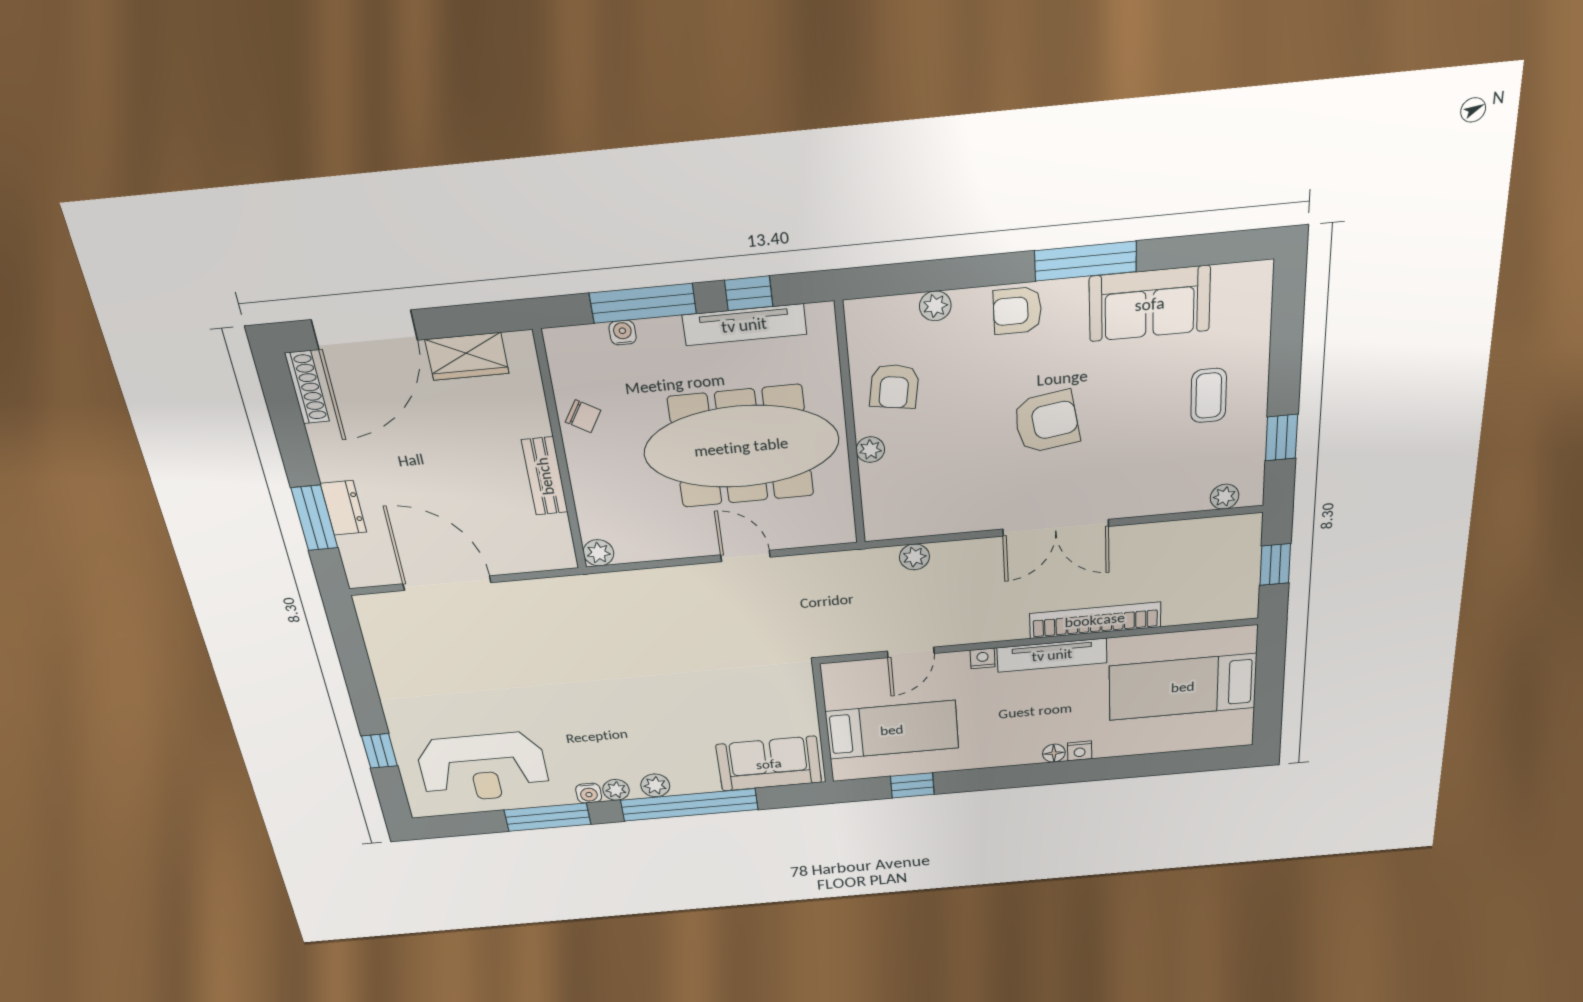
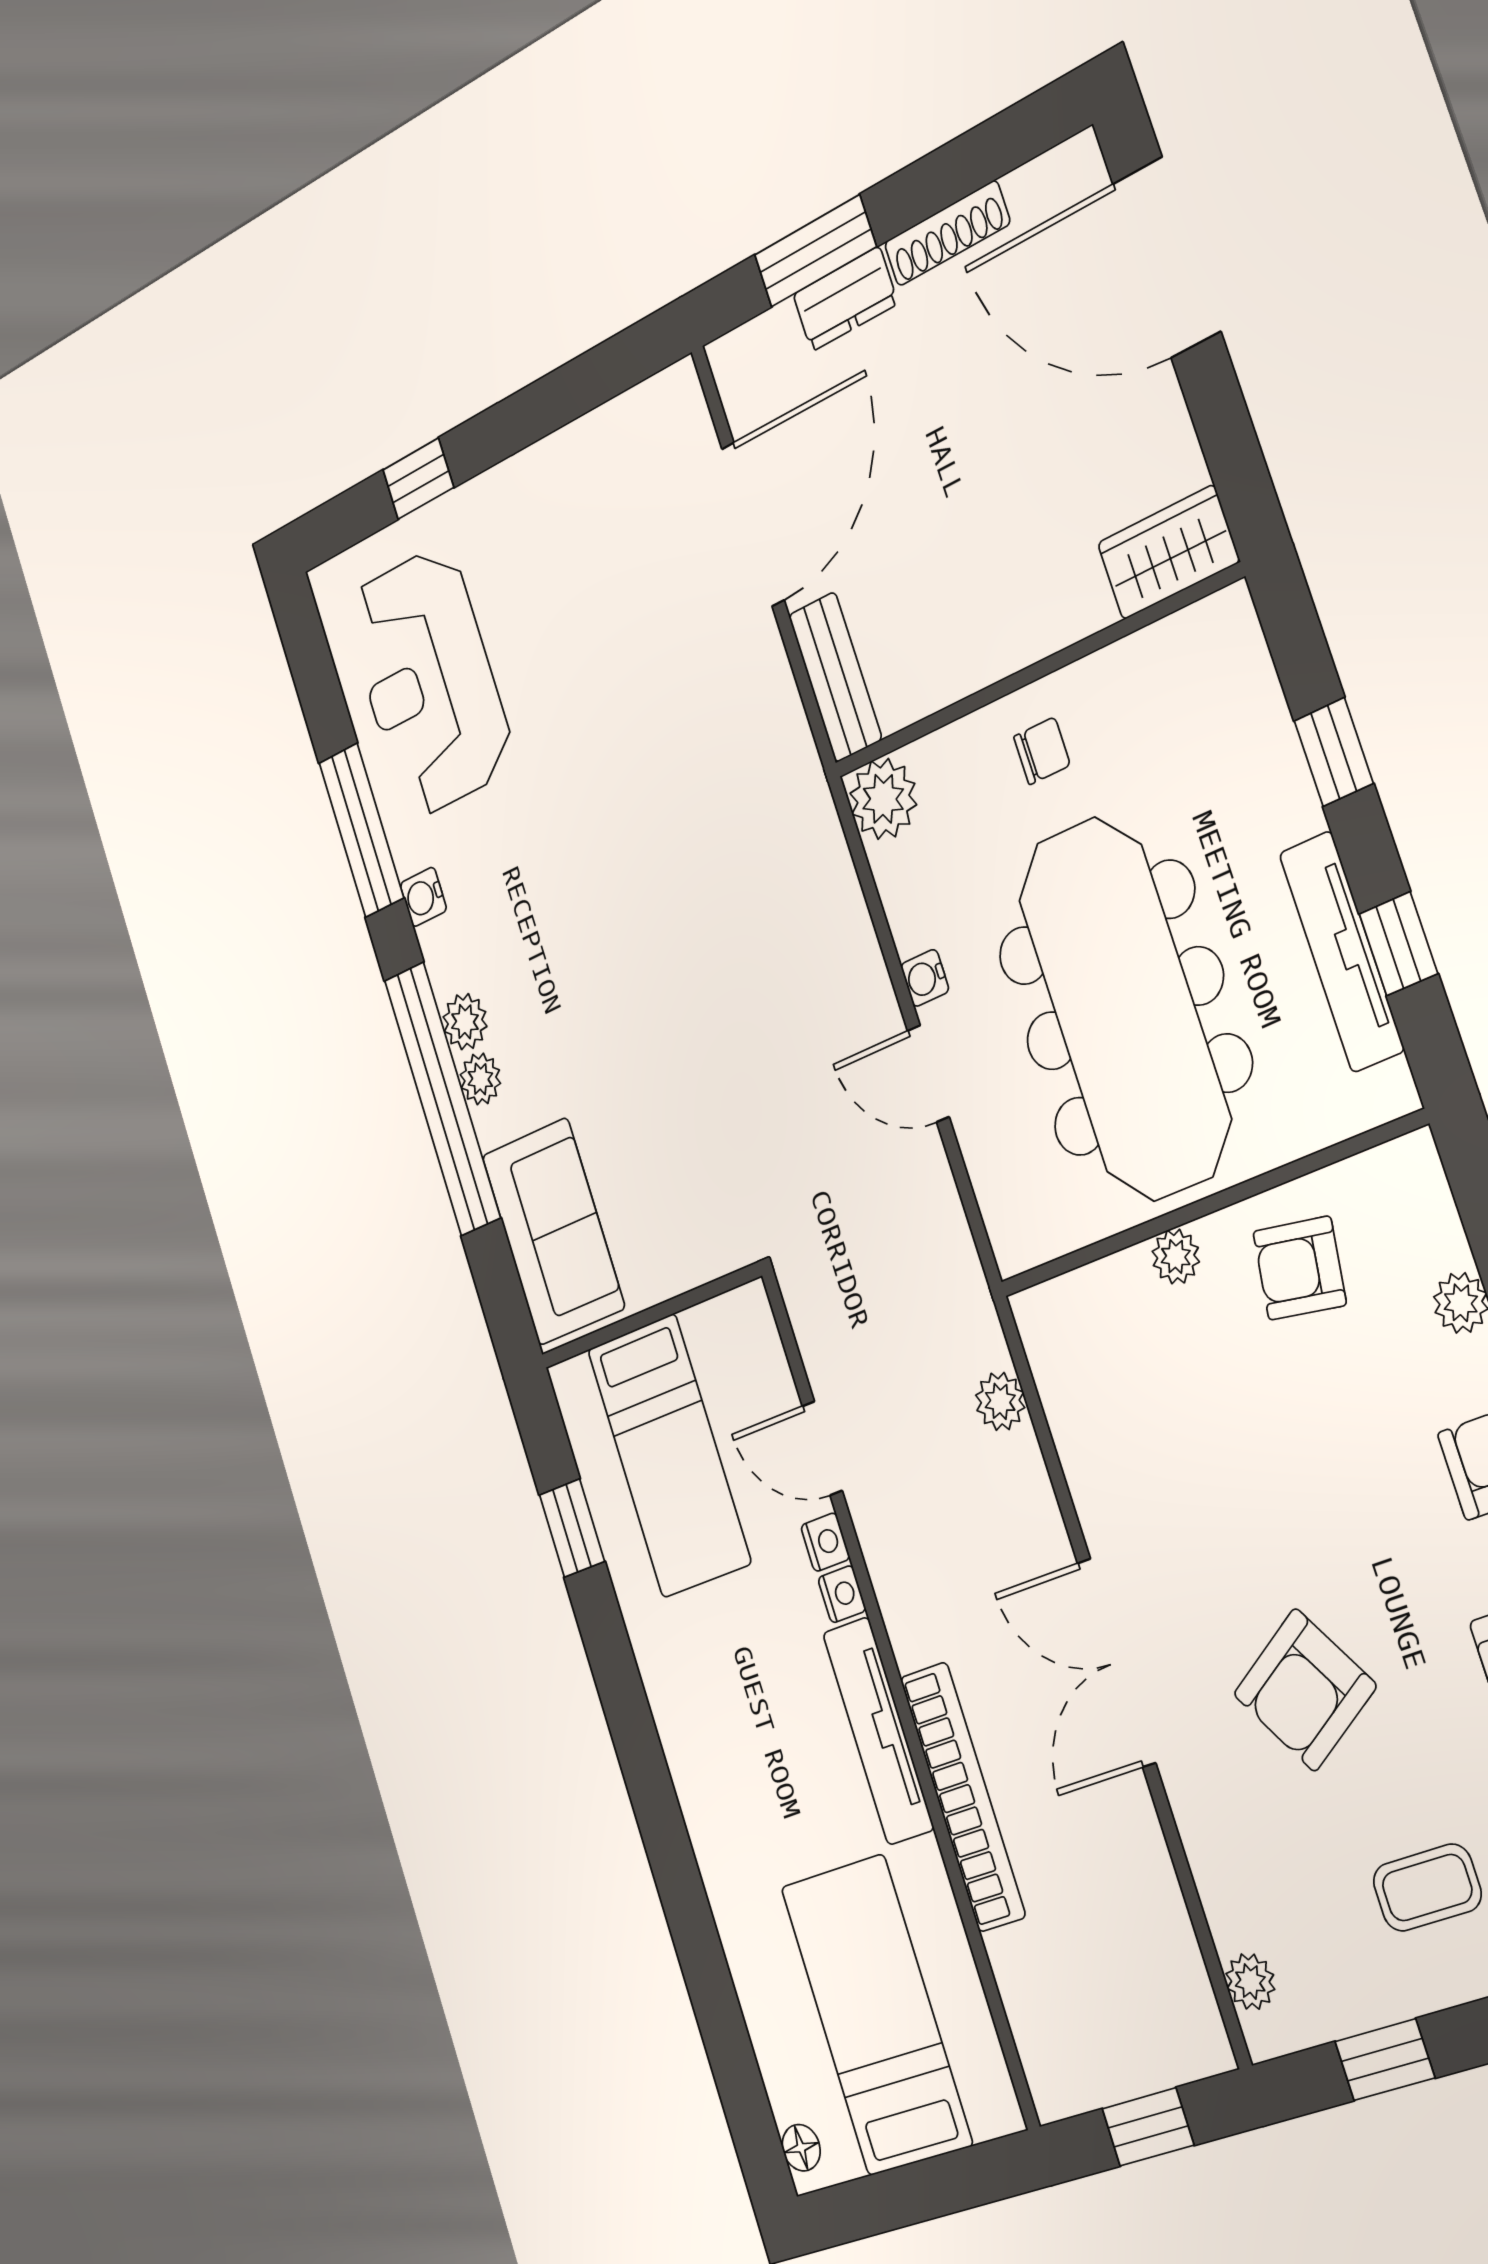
window: (643, 303) -> (1334, 752), width x0.46
water cooler: (623, 333) -> (925, 978), moved, turned 180
wardrobe: (467, 356) -> (1168, 552), moved, turned 90
shoe rack: (307, 387) -> (947, 233), moved
chair: (583, 416) -> (1042, 751), moved, turned -121
armchair: (1046, 422) -> (1305, 1690), moved, turned 67
bench: (545, 476) -> (835, 677), moved, turned 90
plant: (598, 553) -> (883, 799), width x1.38, depth x1.38
door: (745, 556) -> (928, 1074), swing flipped
nightstand: (1080, 751) -> (825, 1542), moved, turned 180
floor lamp: (1054, 753) -> (801, 2148), moved
plant: (616, 790) -> (480, 1079), moved

